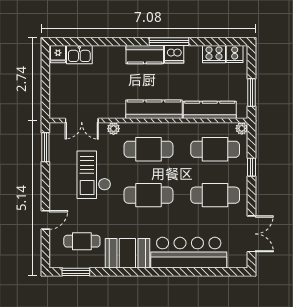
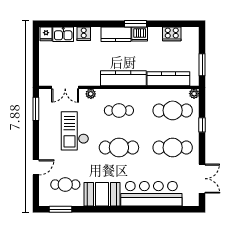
window: (169, 42) -> (135, 24), width x0.69
cooker: (235, 54) -> (84, 34), moved
cafe table: (148, 149) -> (119, 110), width x0.73, depth x0.74

